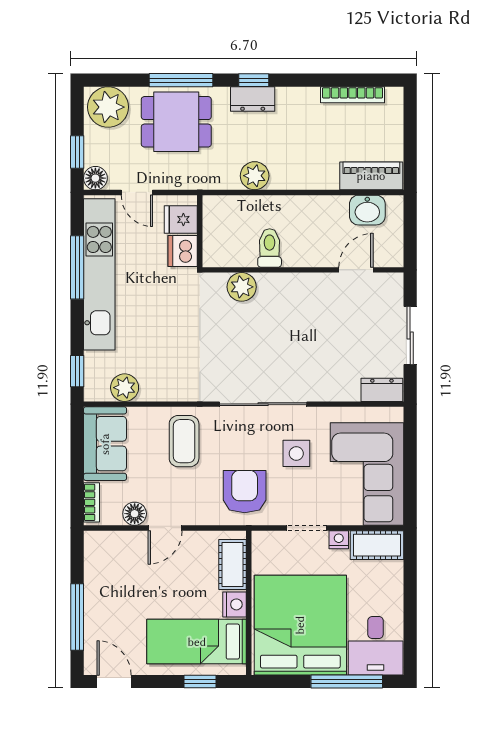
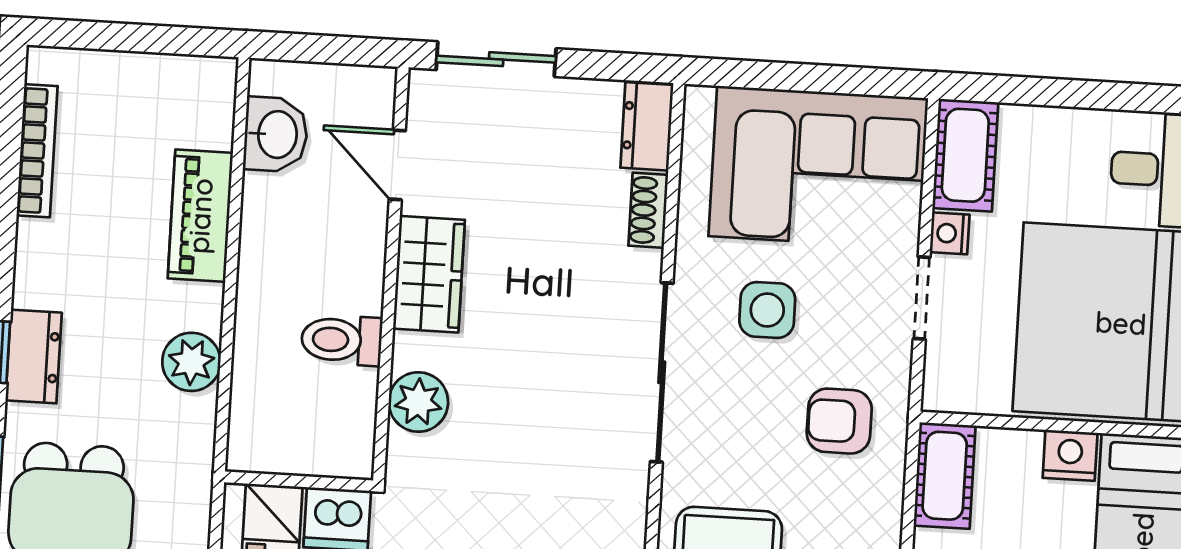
piano: (371, 176) -> (200, 216), moved
wardrobe: (304, 288) -> (429, 274), added
sliding door: (410, 336) -> (496, 59), moved
shoe rack: (341, 393) -> (648, 210), added
armchair: (245, 492) -> (839, 421), width x0.72, depth x0.72
cot: (233, 565) -> (945, 476), moved, turned 90

